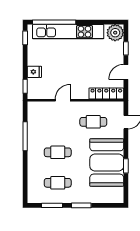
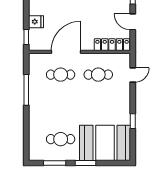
door: (126, 72) -> (133, 22), hinge flipped
door: (63, 100) -> (66, 52), width x1.87
cafe table: (58, 152) -> (61, 75), moved
booth: (107, 162) -> (105, 143), moved, turned 90

